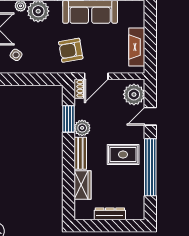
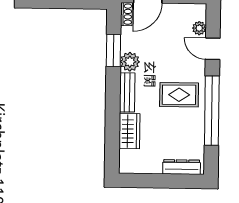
plant: (134, 94) -> (199, 28), width x0.53, depth x0.53
door: (150, 116) -> (213, 49), hinge flipped
dresser: (110, 214) -> (182, 167), moved

